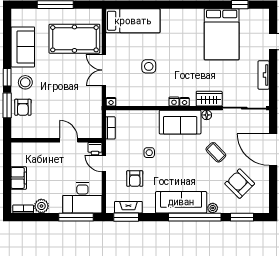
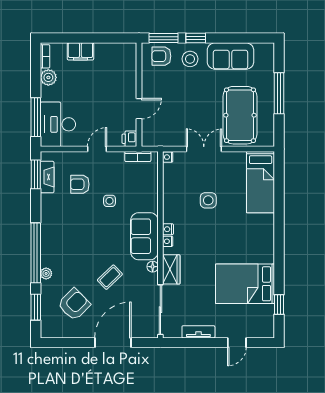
wall: (57, 140) -> (139, 95), moved
door: (69, 140) -> (139, 109), moved
printer: (95, 149) -> (129, 139), moved
sofa: (181, 202) -> (53, 237), removed

